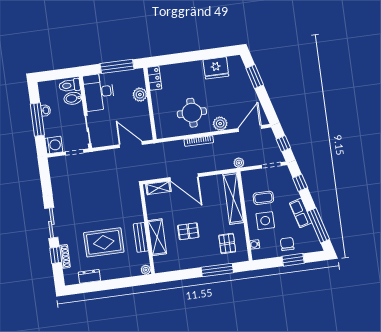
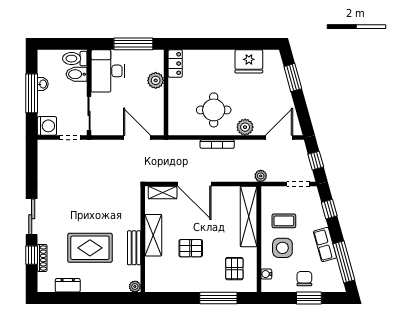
shelving: (157, 237) -> (153, 235), moved

